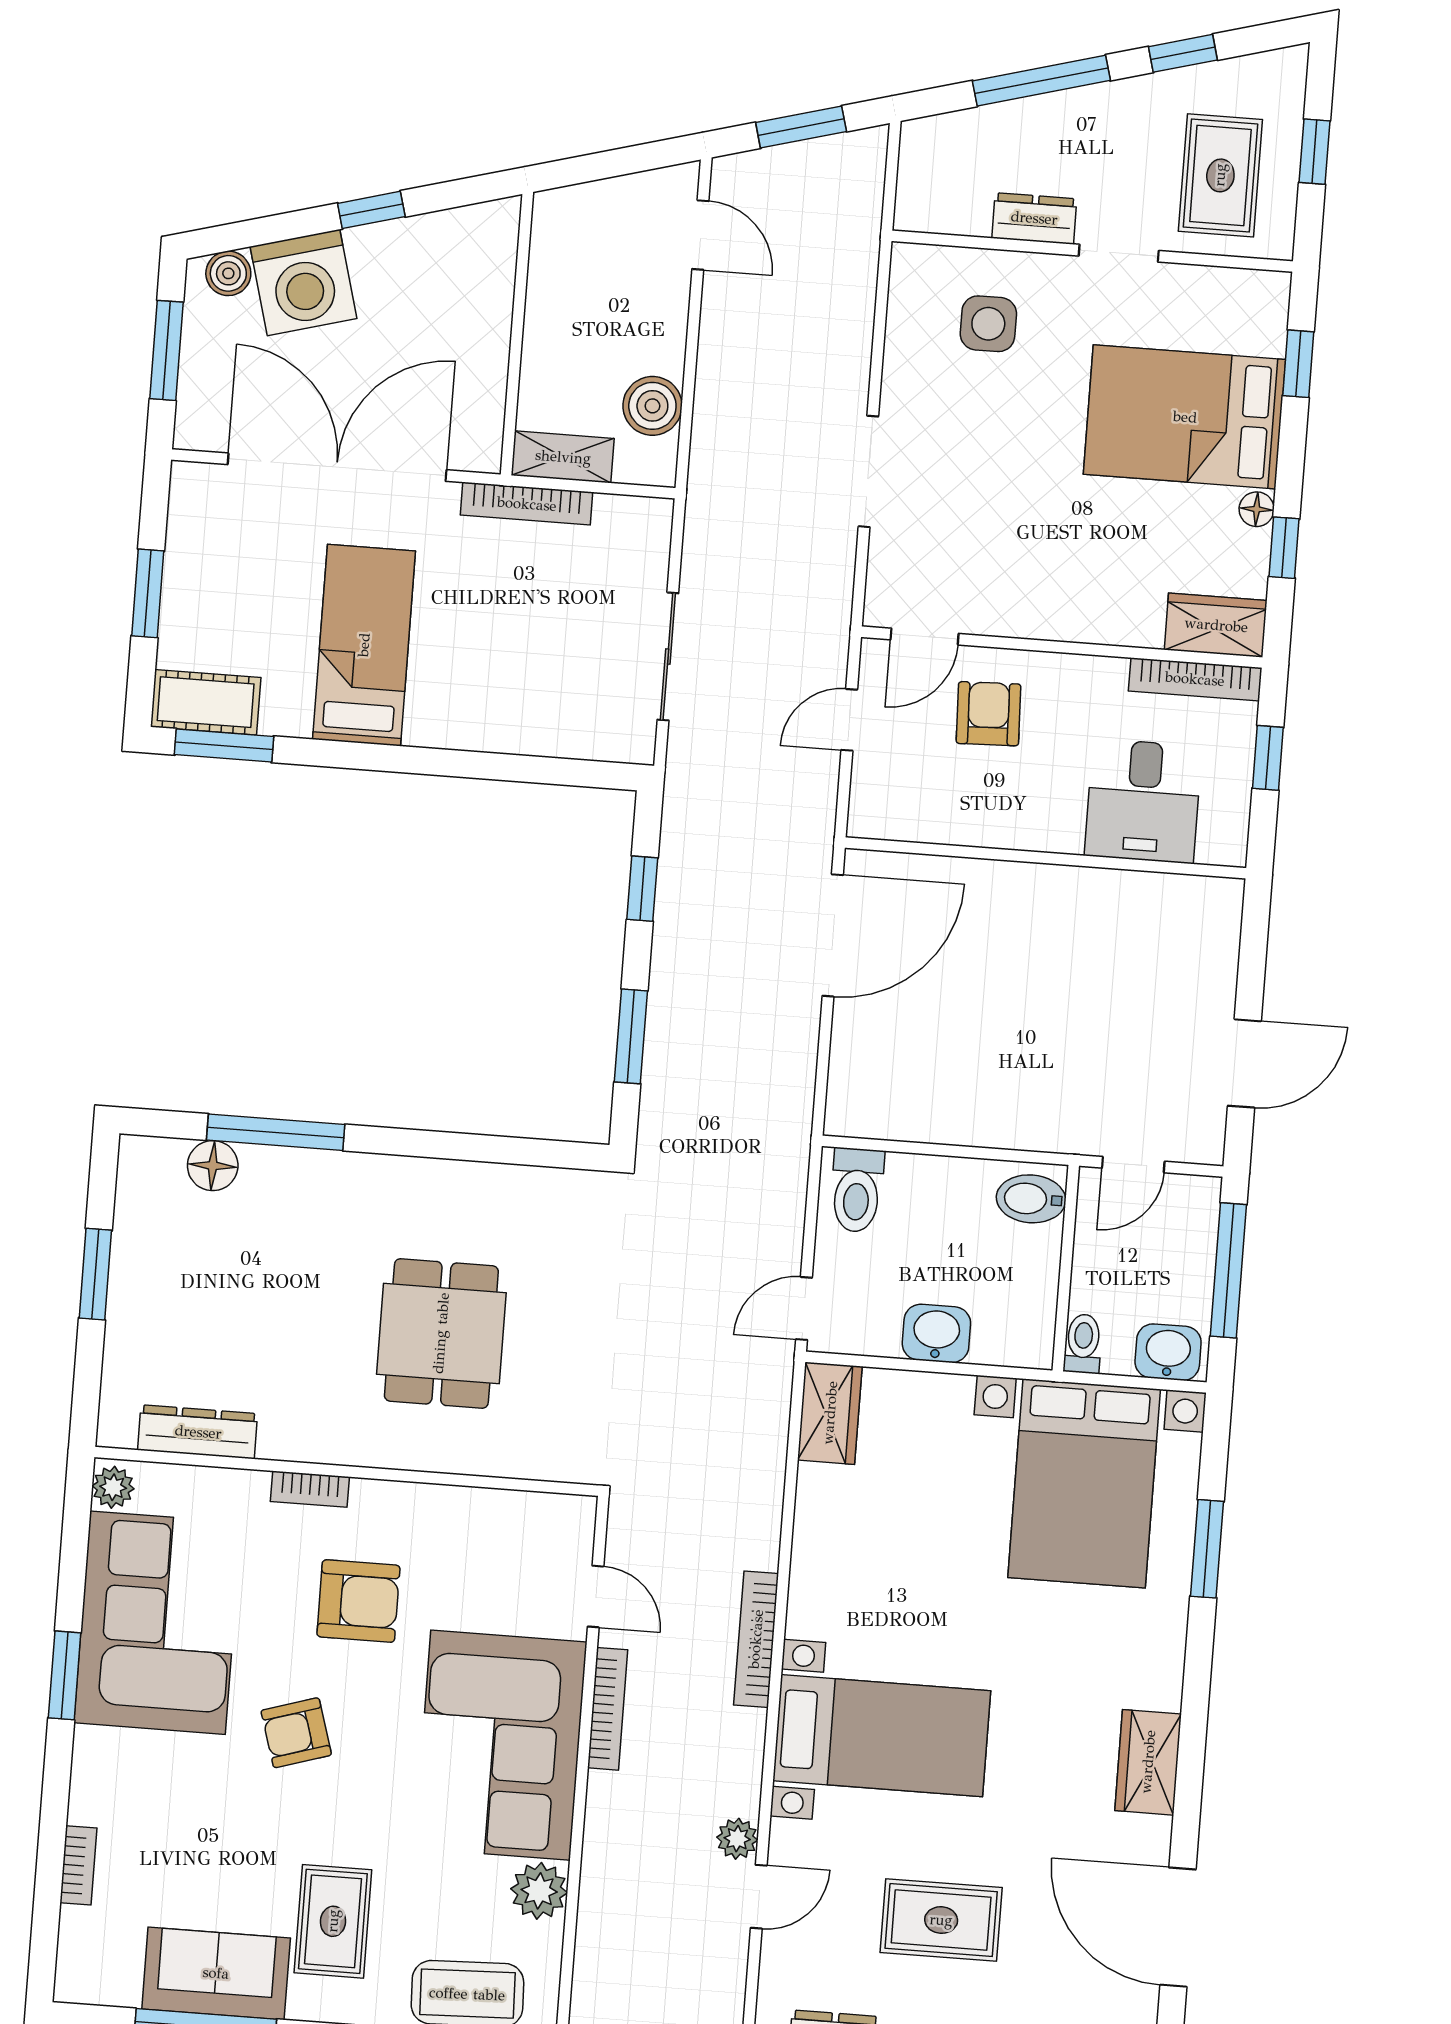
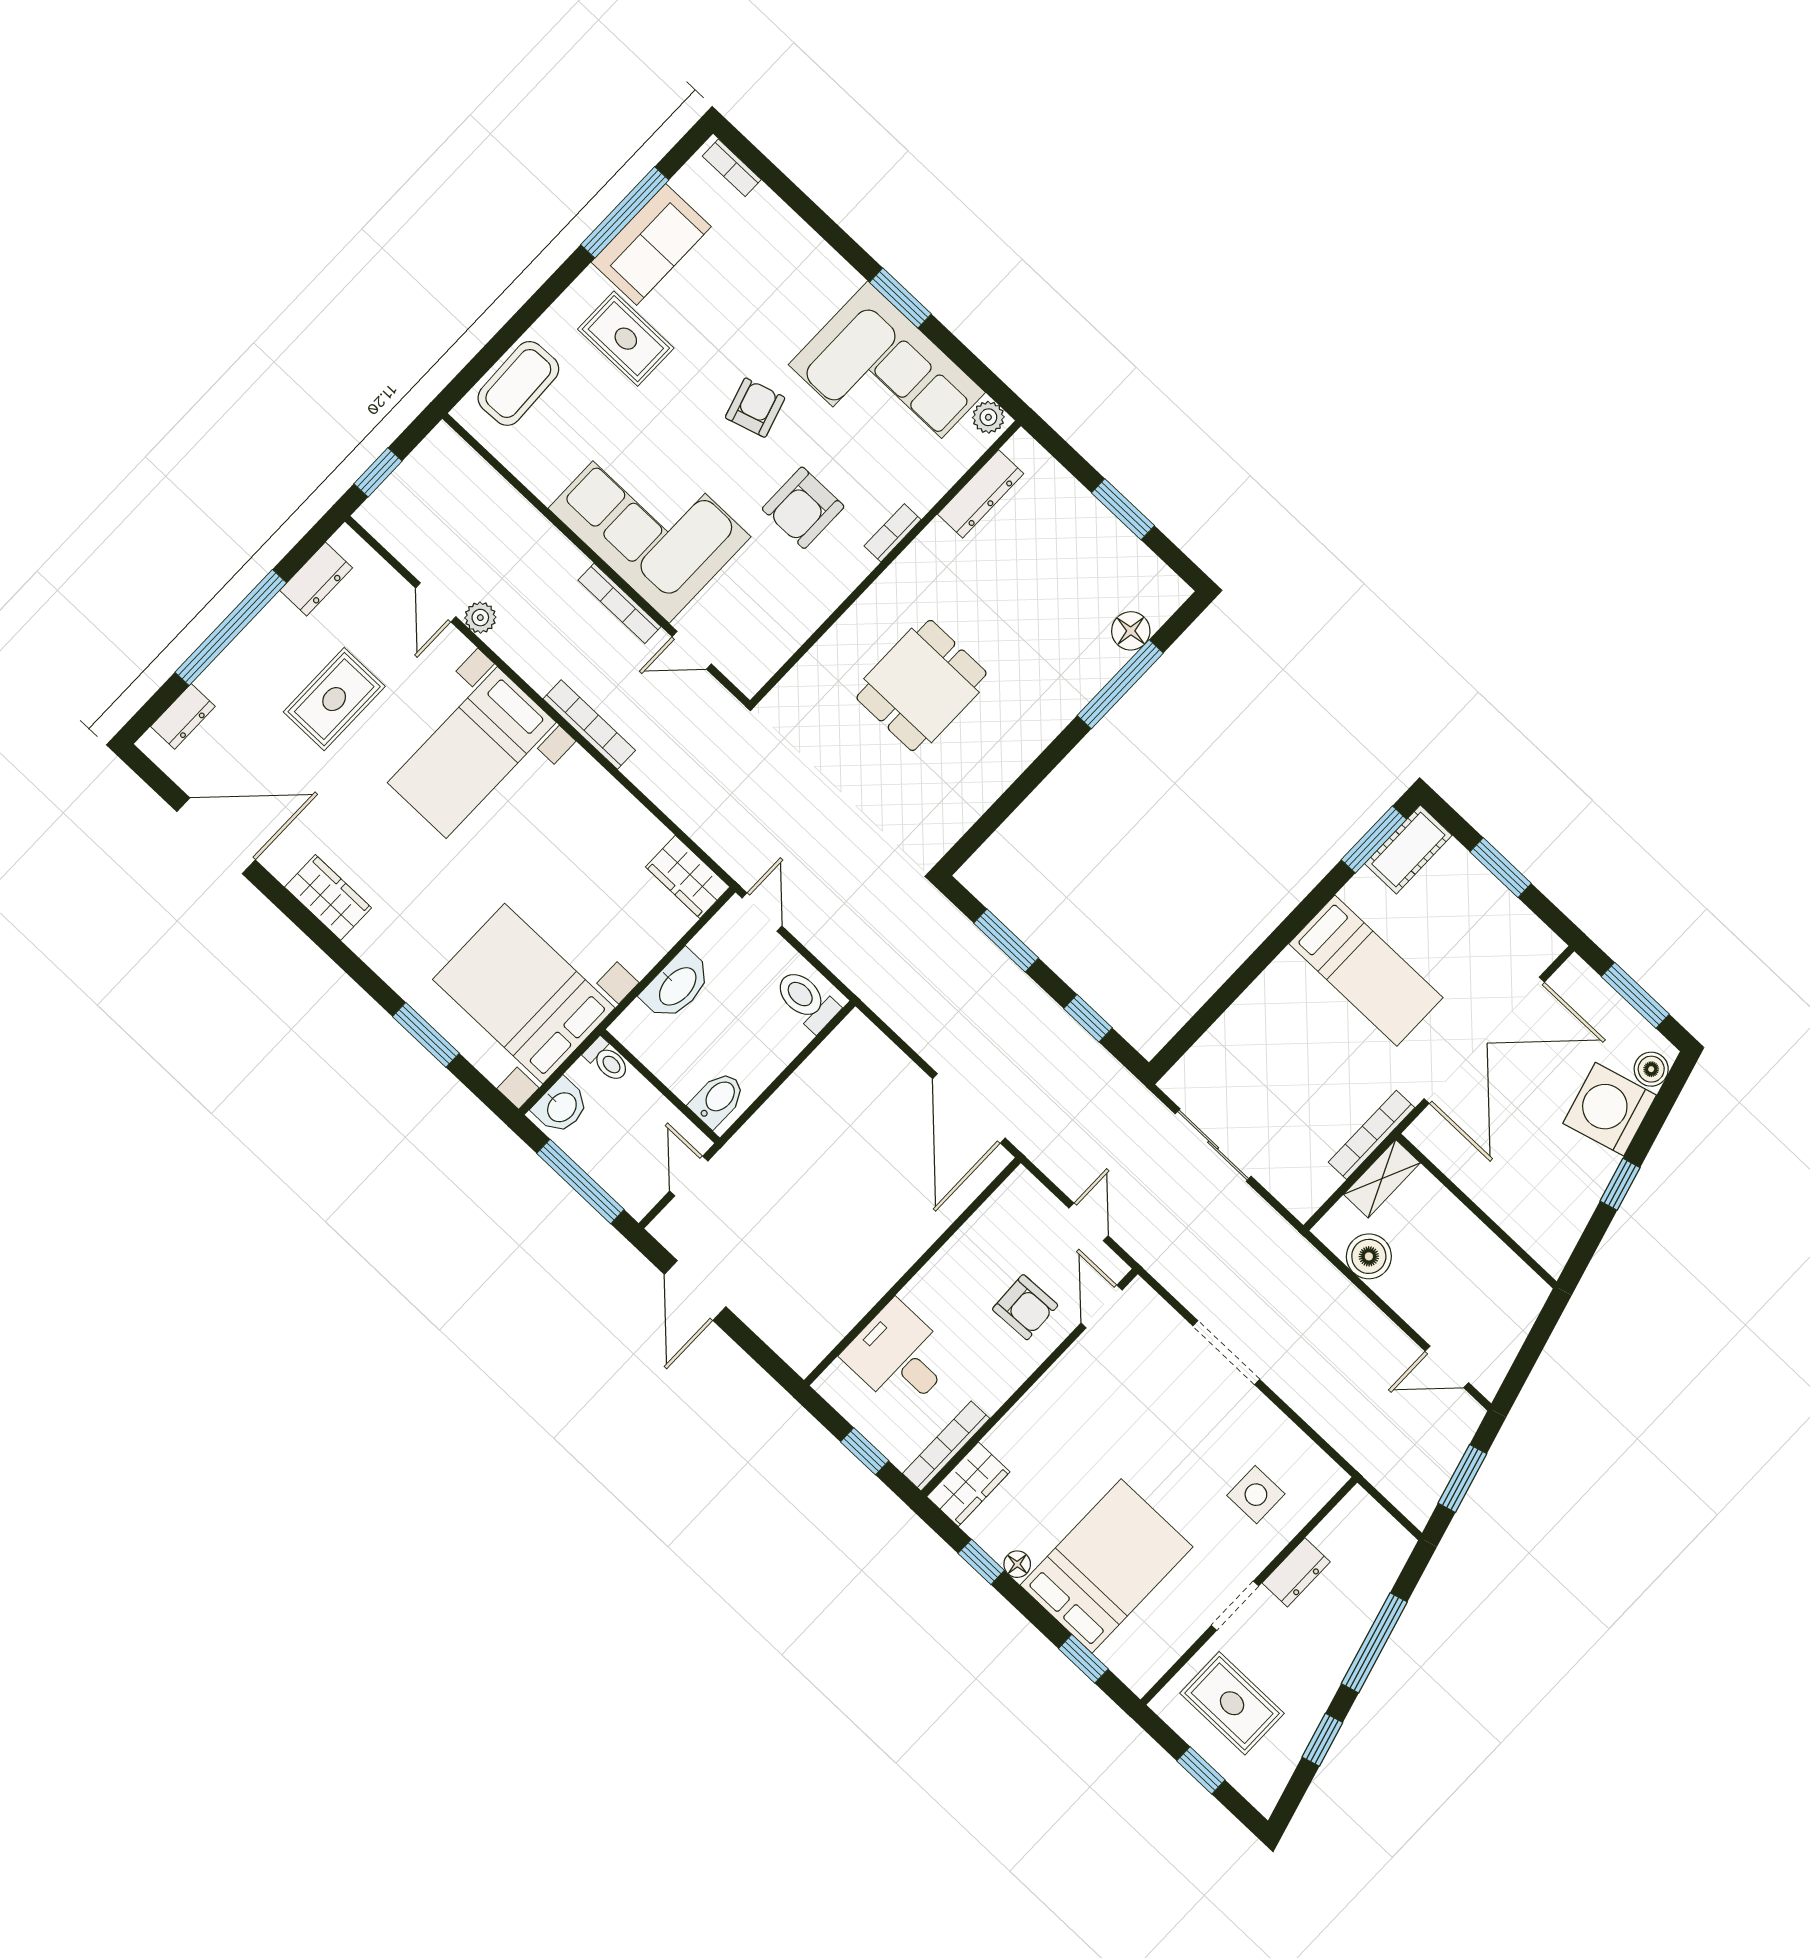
dining table: (441, 1333) -> (921, 685), turned 90
washbasin: (936, 1333) -> (677, 985), width x1.38
bookcase: (78, 1865) -> (732, 168), moved
plant: (539, 1891) -> (545, 475), removed

